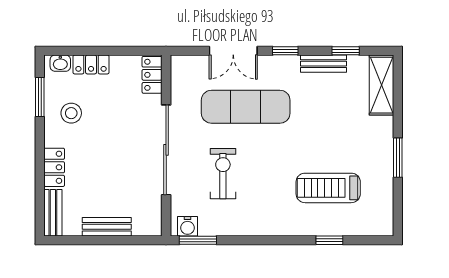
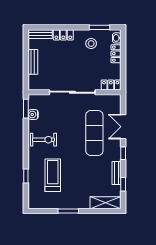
exercise bike: (223, 174) -> (43, 140), moved
water cooler: (187, 226) -> (33, 114), moved

